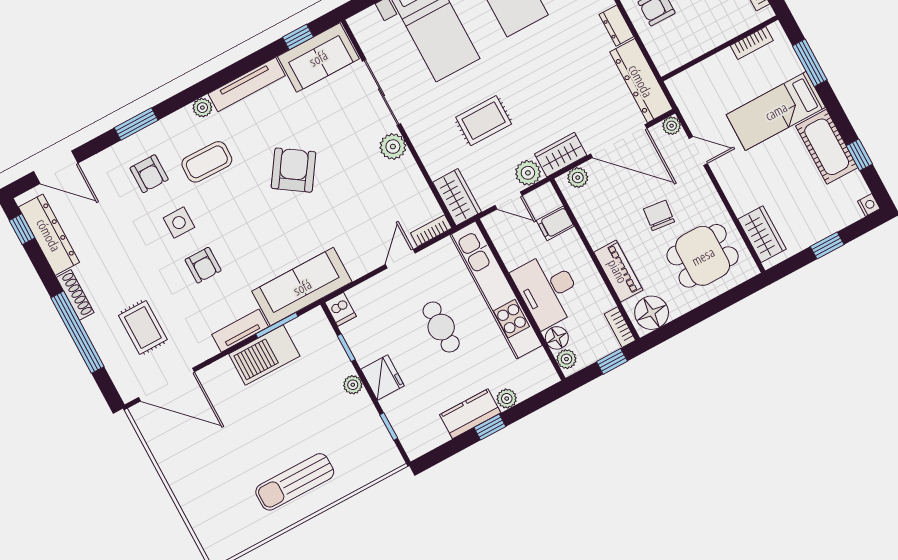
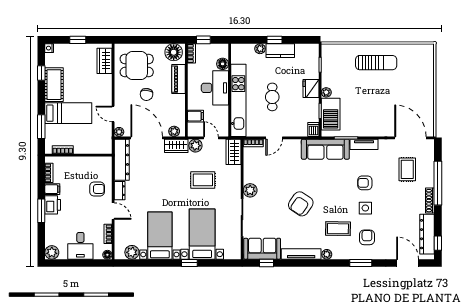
armchair: (203, 265) -> (365, 183), turned -90
barbecue: (264, 355) -> (331, 114), moved, turned 90
plant: (566, 359) -> (223, 52), removed

